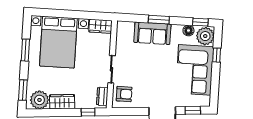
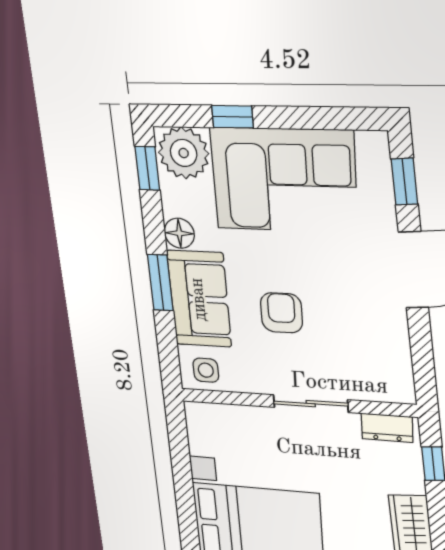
wardrobe: (100, 26) -> (203, 429), removed
floor lamp: (188, 30) -> (179, 233), moved
side table: (125, 31) -> (206, 370), added
armchair: (124, 94) -> (282, 313), moved

